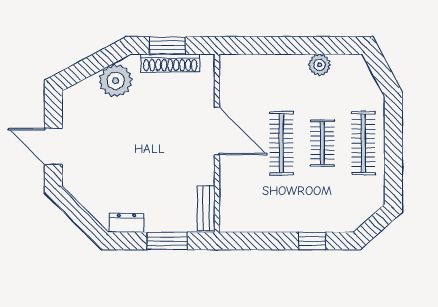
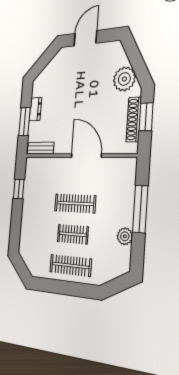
window: (284, 45) -> (140, 209), added
door: (217, 131) -> (86, 156), swing flipped
dresser: (127, 223) -> (35, 109), moved
window: (312, 241) -> (19, 189), moved

